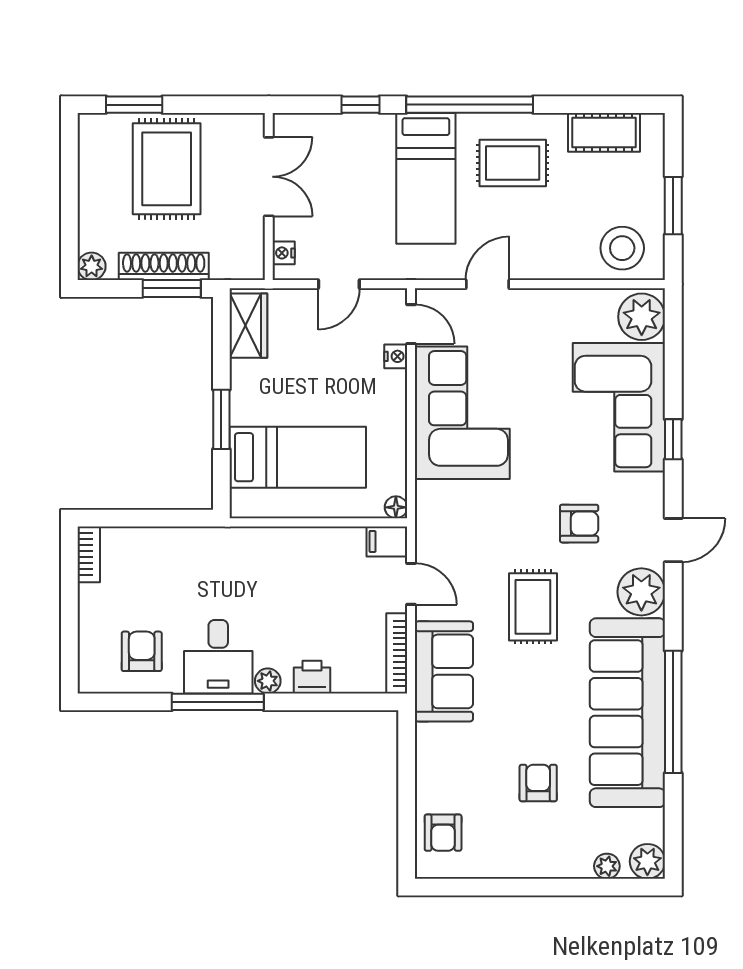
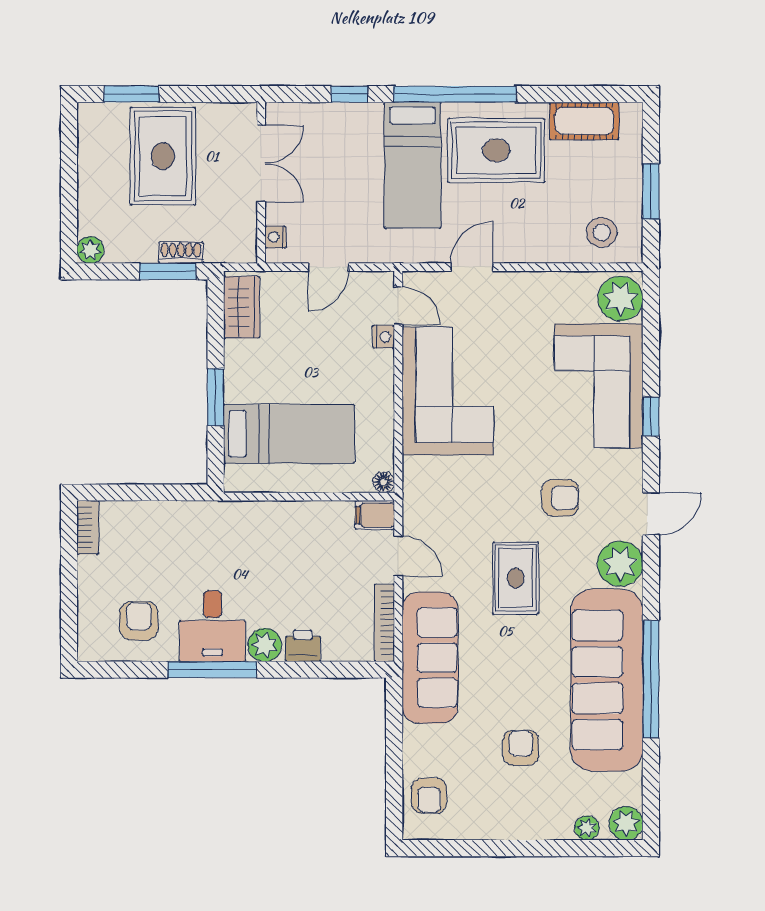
rug: (513, 163) -> (496, 150), width x1.36, depth x1.43
stool: (622, 248) -> (602, 232), width x0.73, depth x0.73
shoe rack: (164, 266) -> (181, 253), width x0.51, depth x0.81
sofa: (444, 671) -> (430, 658), width x1.36
plant: (268, 681) -> (265, 645), width x1.38, depth x1.38

